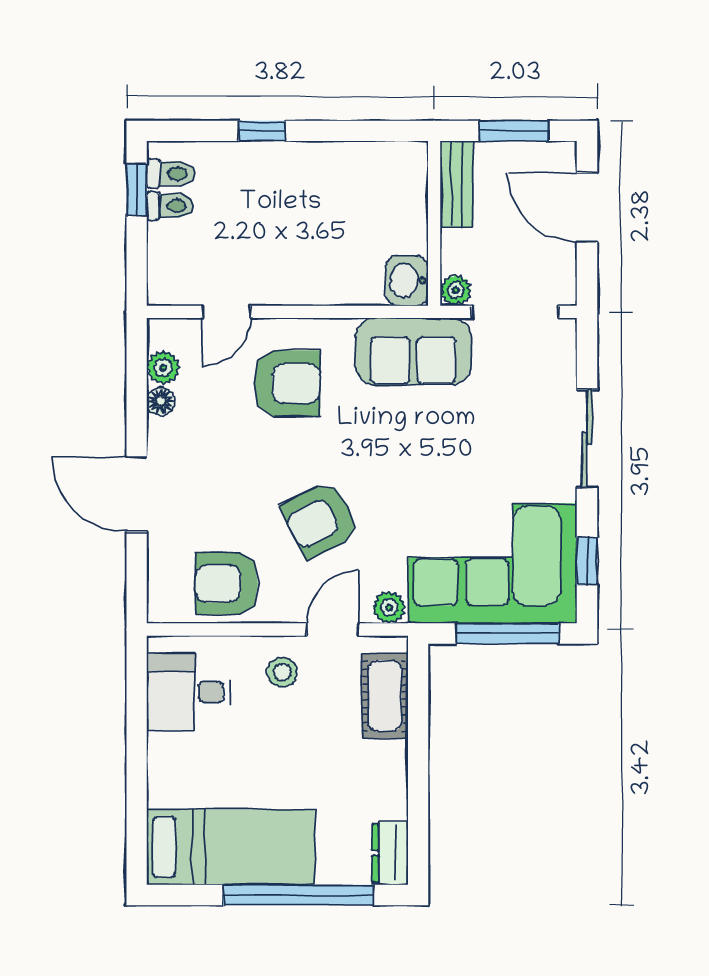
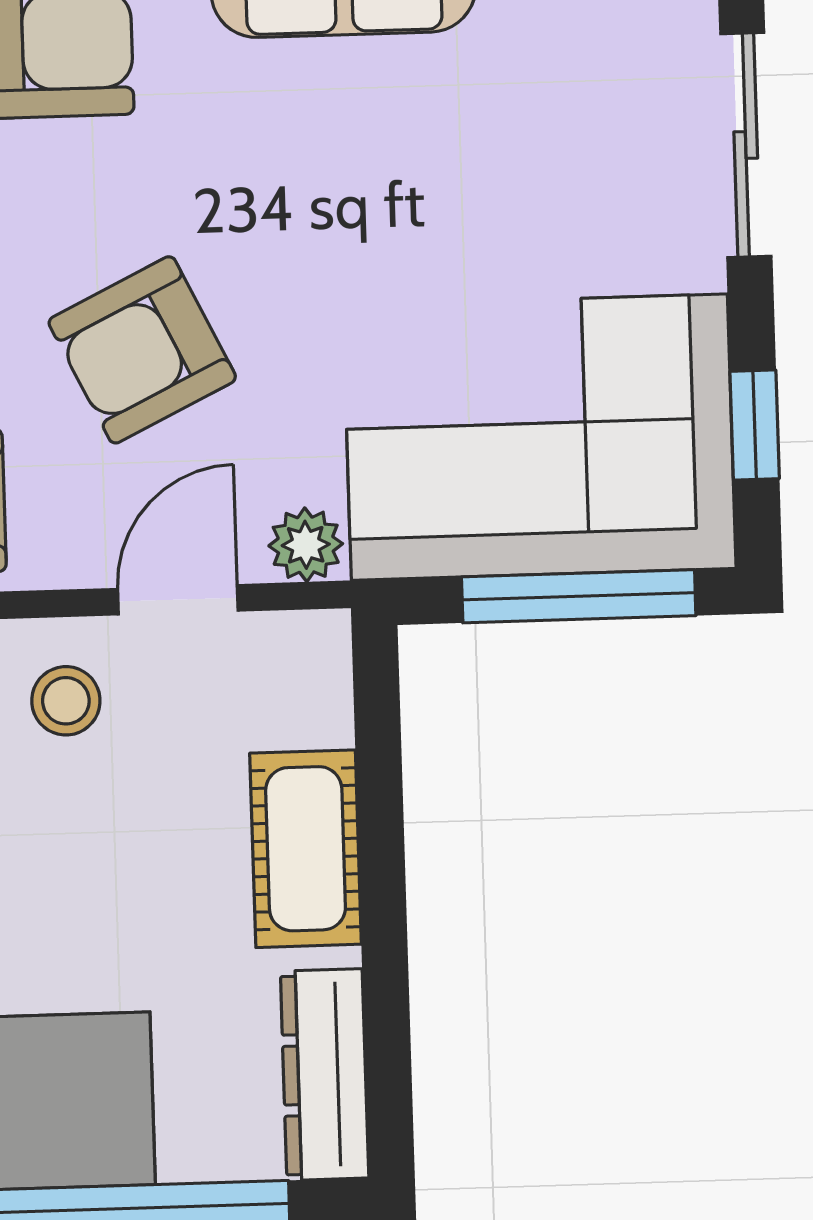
cot: (385, 696) -> (306, 849), moved
dresser: (390, 853) -> (325, 1075), width x1.44

